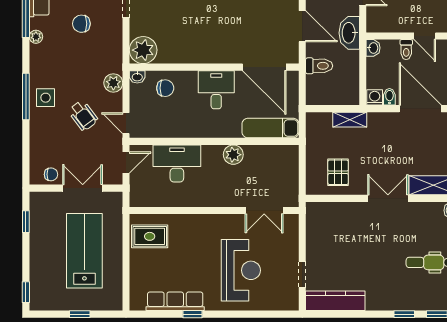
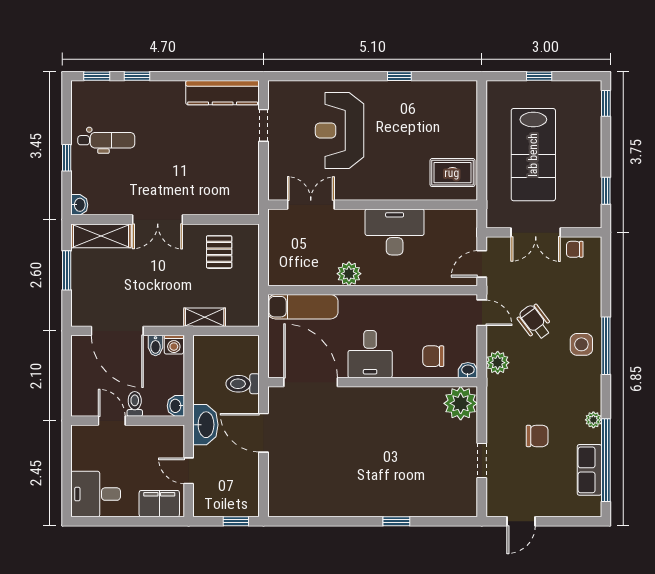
desk: (177, 164) -> (395, 232), moved, turned 180
row of seats: (175, 301) -> (421, 92), removed

